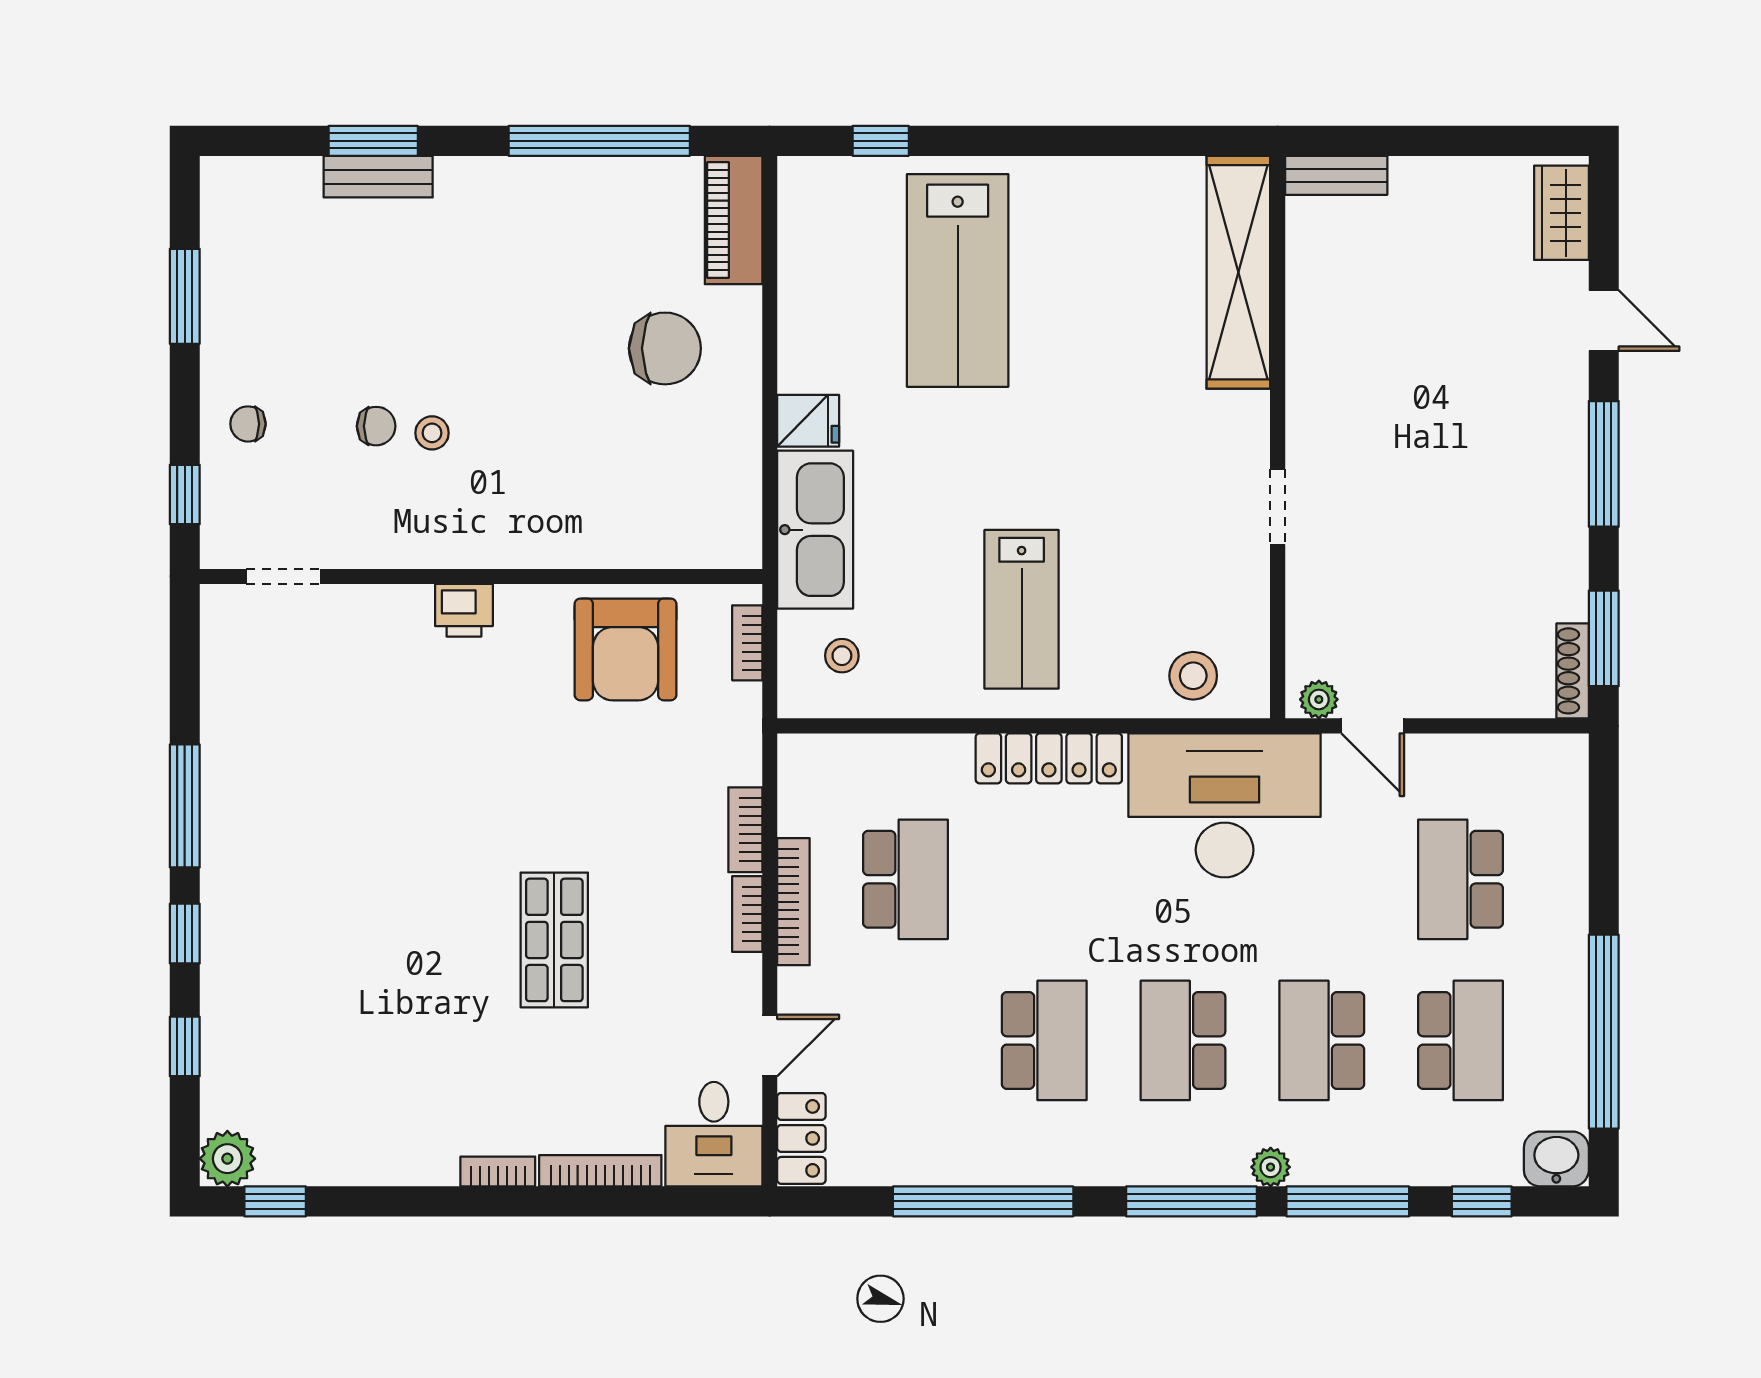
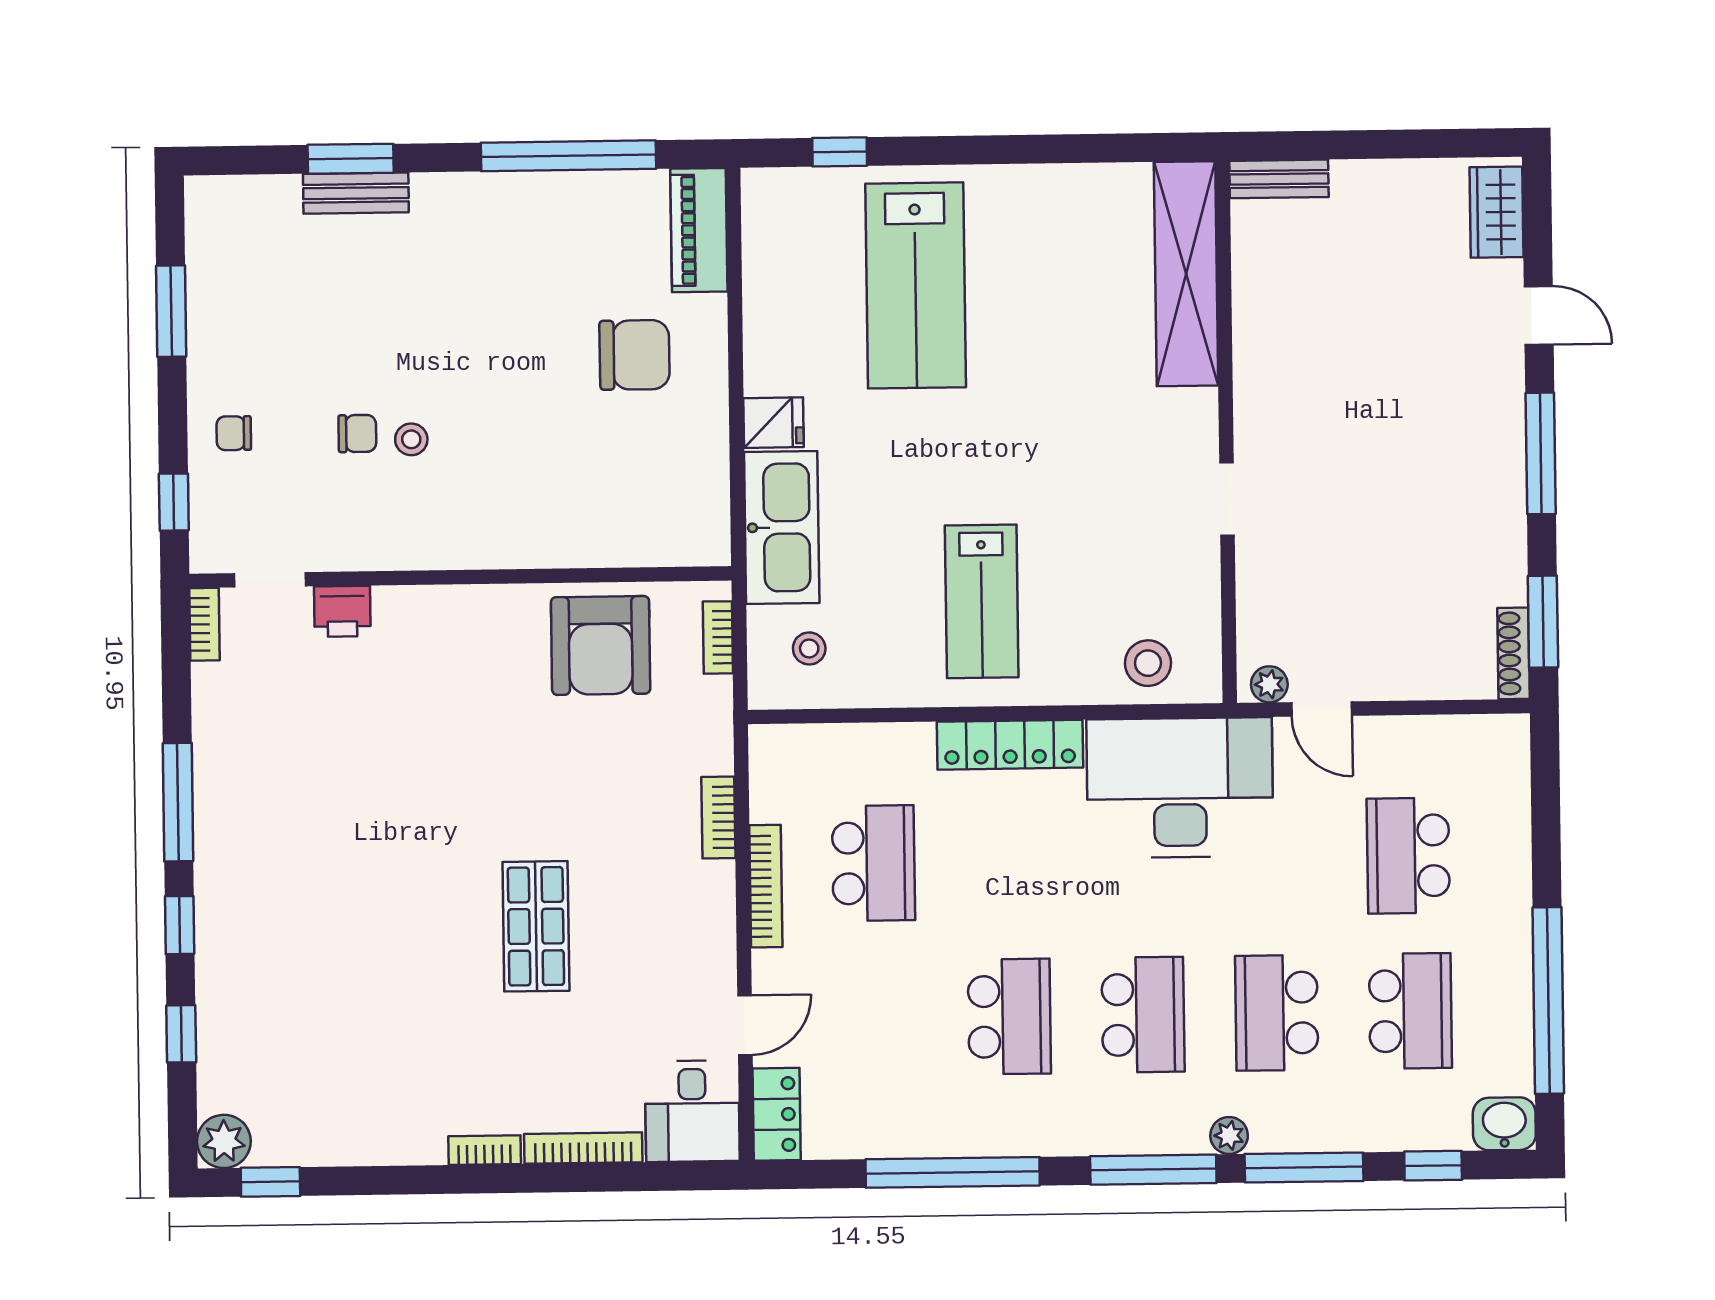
printer: (464, 610) -> (342, 611), moved
bookcase: (747, 914) -> (204, 624), moved, turned 180
school desk: (1183, 1040) -> (1143, 1015), turned 180

